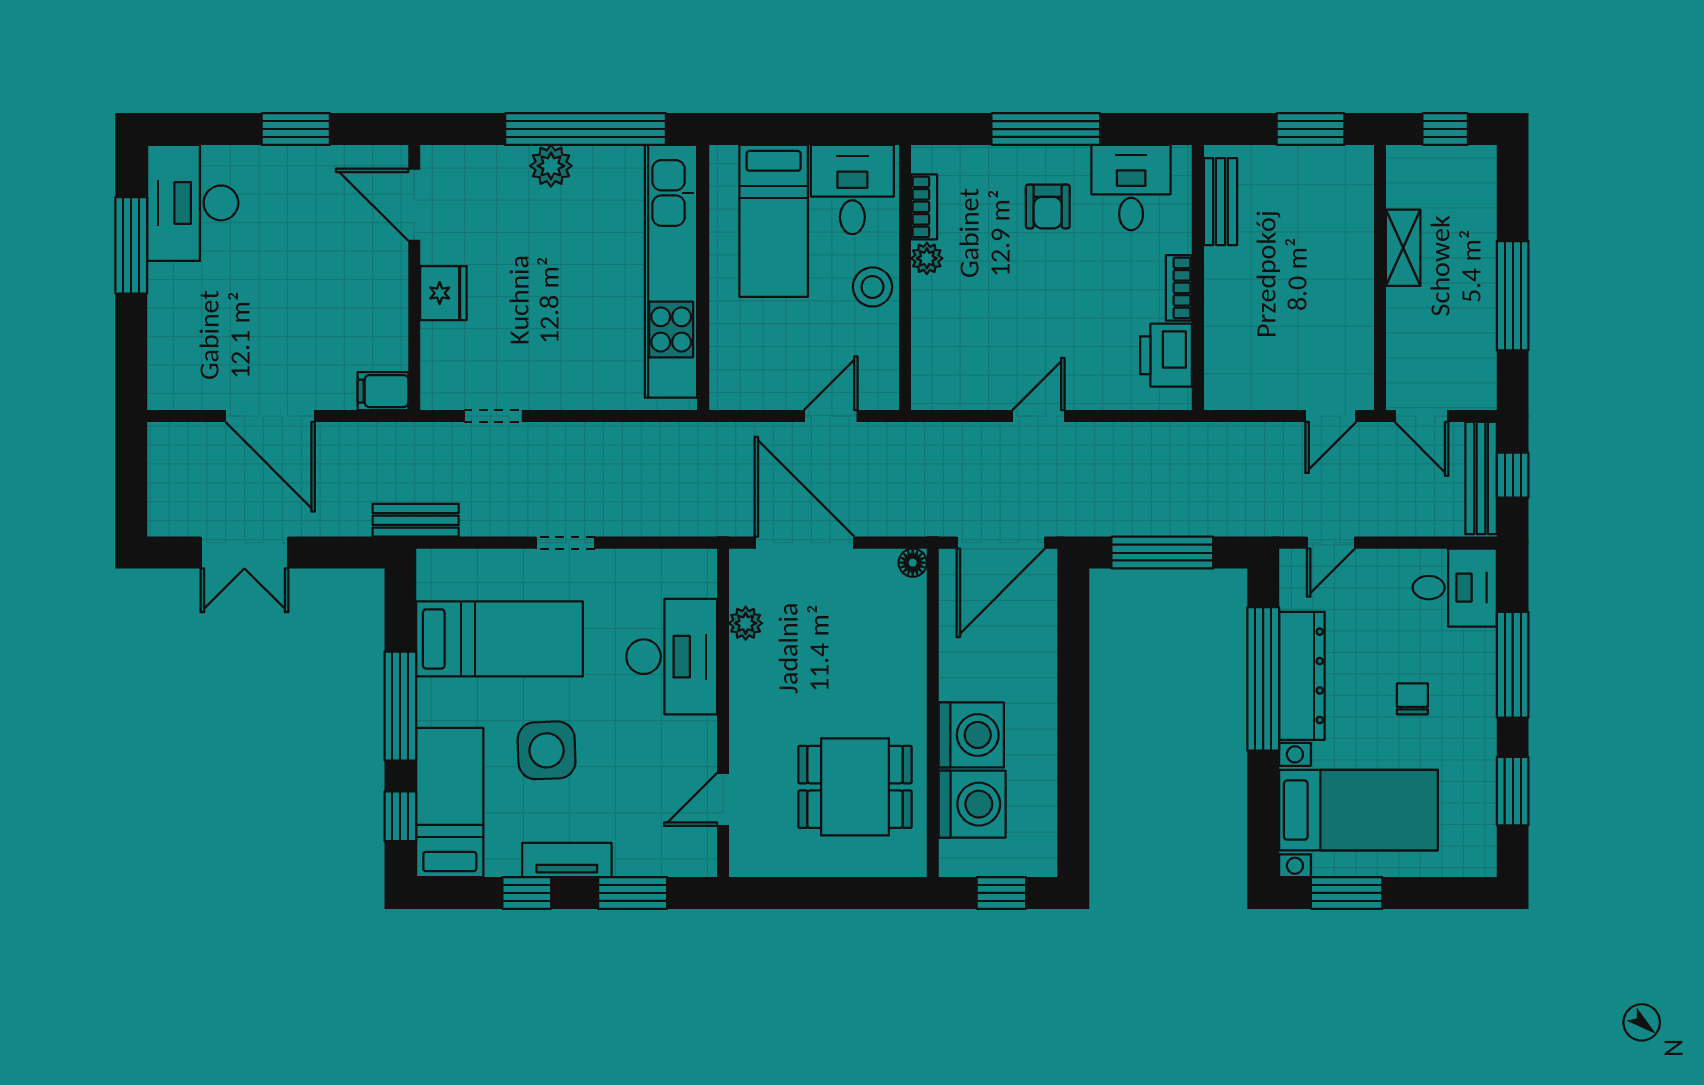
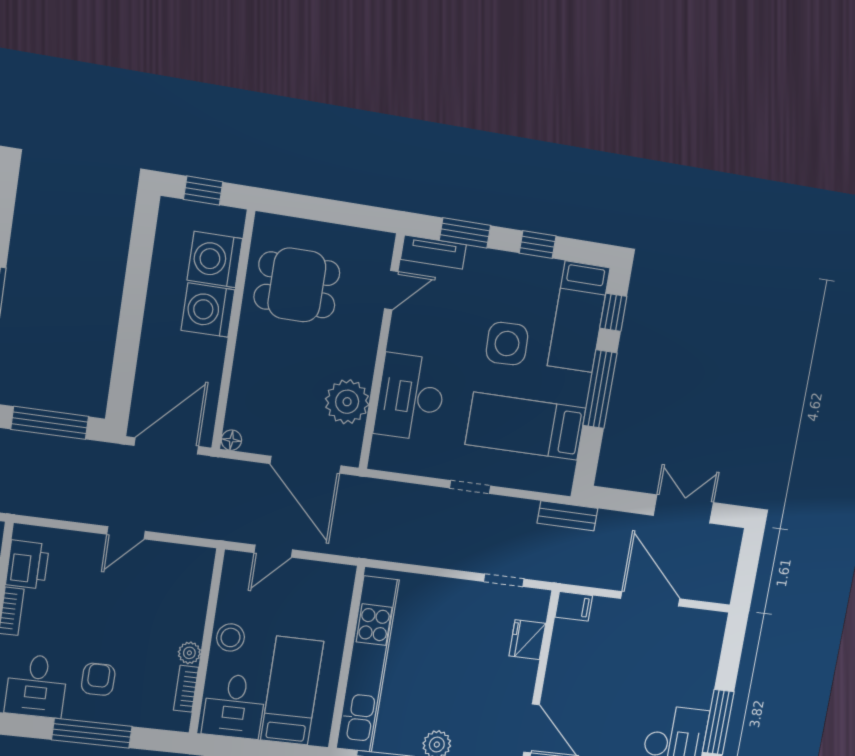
fridge: (443, 293) -> (527, 640), moved
plant: (746, 623) -> (347, 402), width x1.87, depth x1.87
tv unit: (567, 860) -> (433, 252), moved

